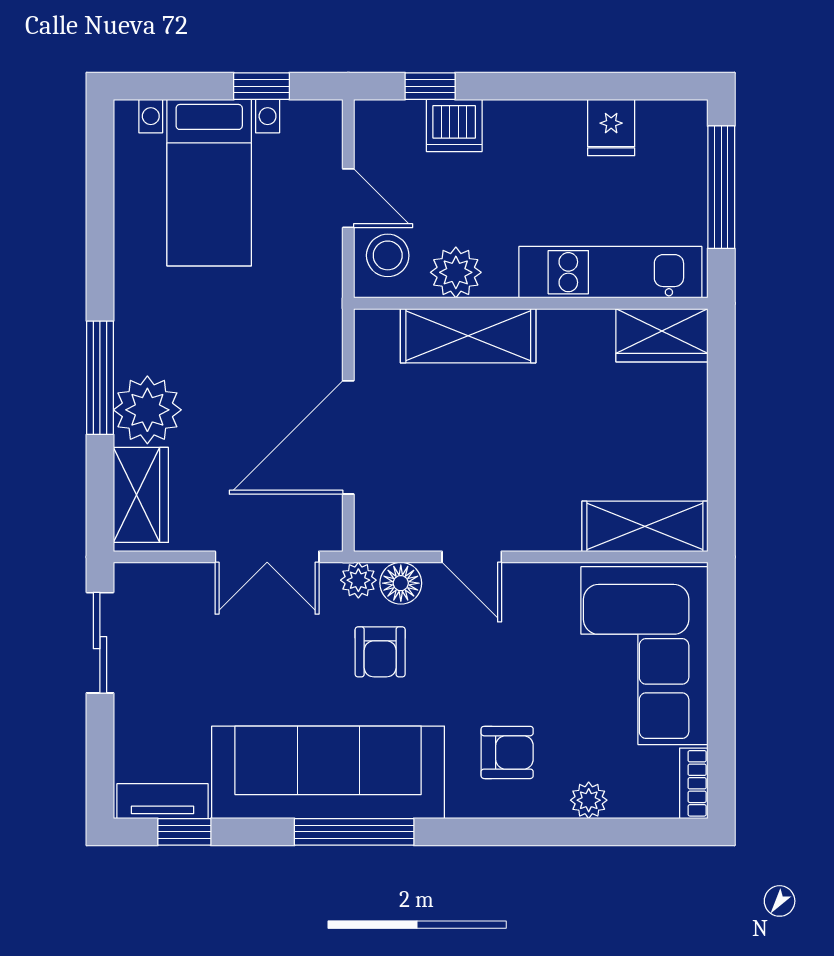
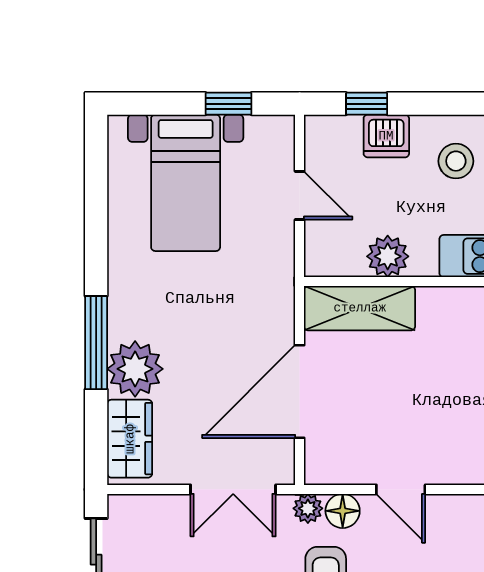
stool: (388, 255) -> (456, 161), moved
shelving: (468, 336) -> (360, 308), moved

